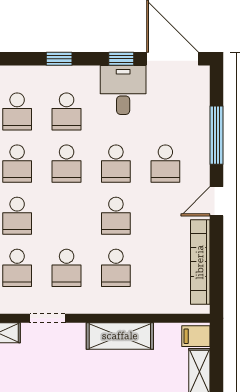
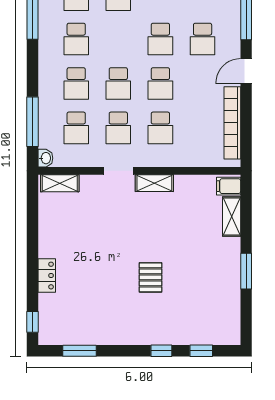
school desk: (67, 164) -> (118, 83), moved
doorway: (48, 318) -> (119, 171), moved
shelving: (120, 336) -> (154, 183), width x0.67, depth x0.75

